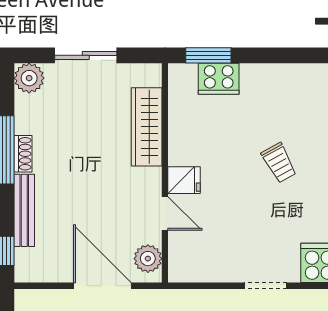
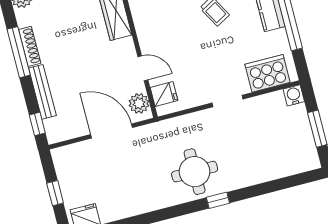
shoe rack: (23, 154) -> (30, 46), width x1.43
fridge: (184, 180) -> (164, 94), moved

